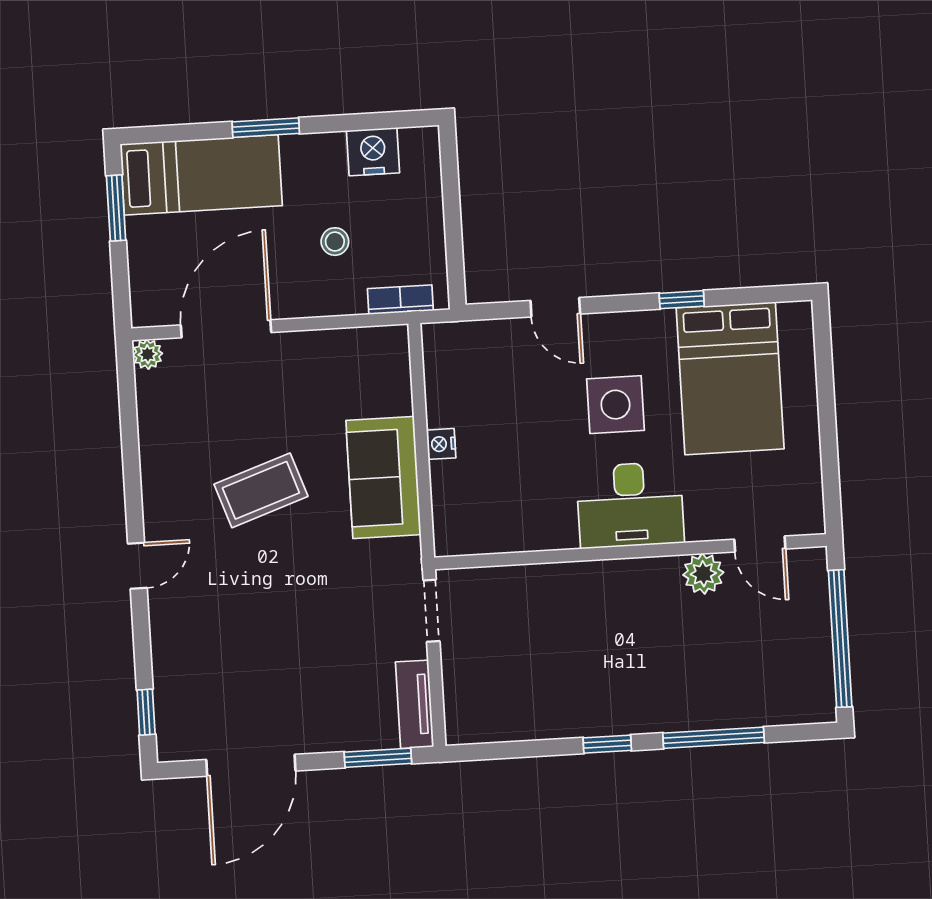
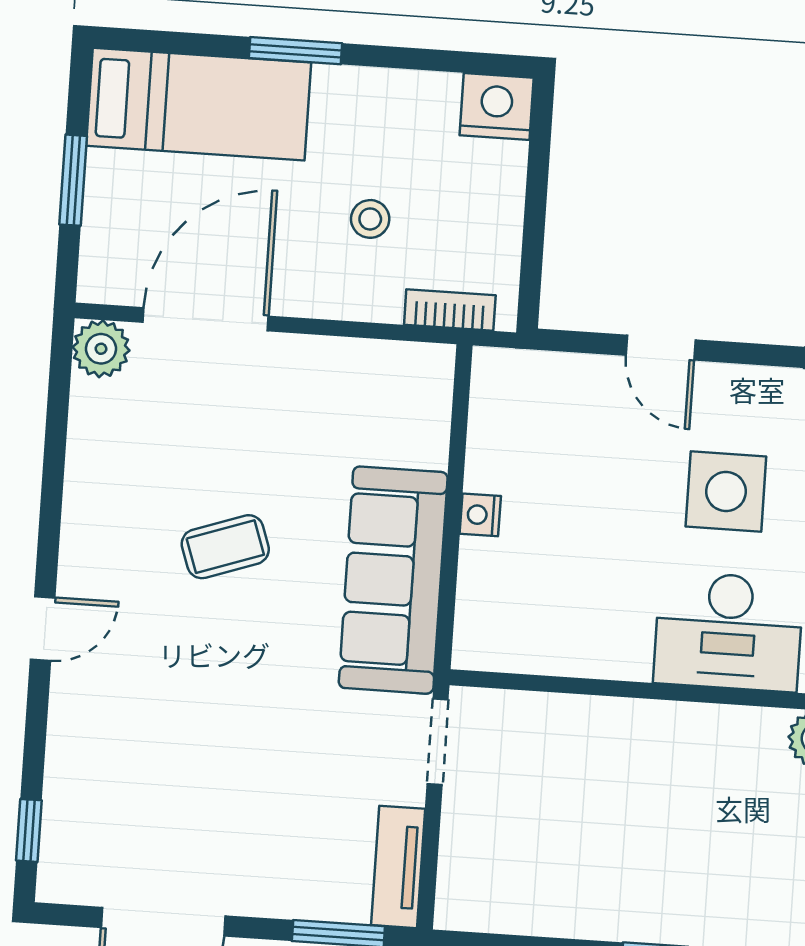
nightstand: (373, 152) -> (497, 106), moved
window: (116, 208) -> (73, 180), moved
plant: (148, 354) -> (101, 349), width x1.38, depth x1.38
sofa: (383, 477) -> (393, 580), width x1.36
coffee table: (261, 490) -> (225, 547), width x0.73, depth x0.77

